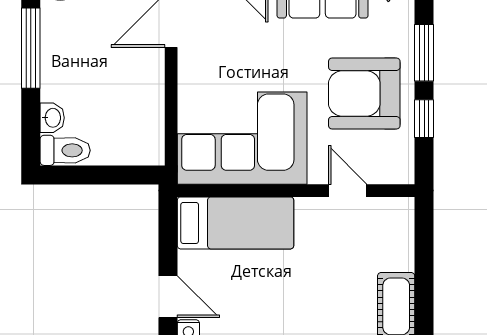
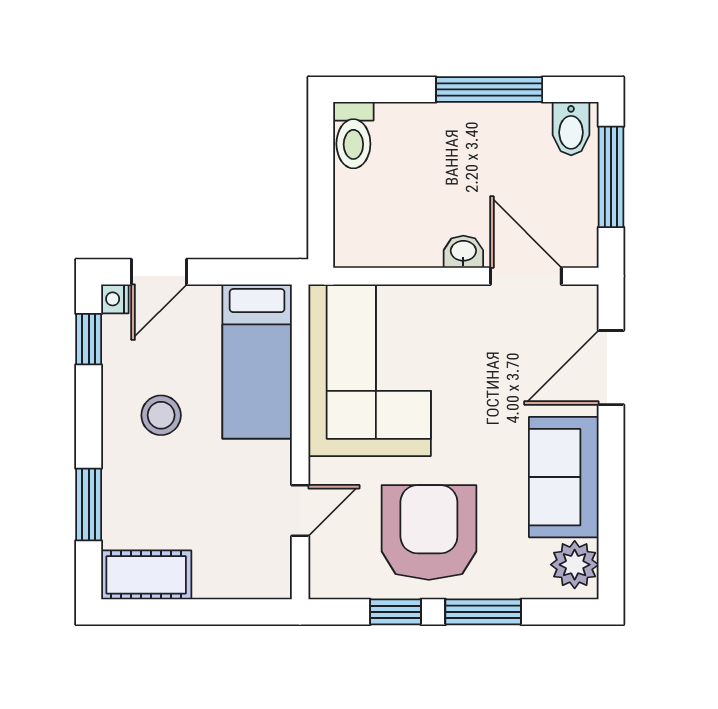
washbasin: (52, 118) -> (463, 252), moved, turned 180
stool: (276, 295) -> (161, 415), added

